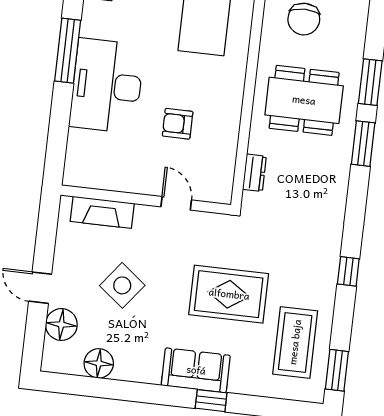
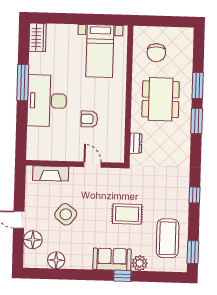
dining table: (304, 100) -> (161, 99), turned 90
rug: (229, 294) -> (127, 214), width x0.73, depth x0.70
plant: (243, 381) -> (140, 263), added

